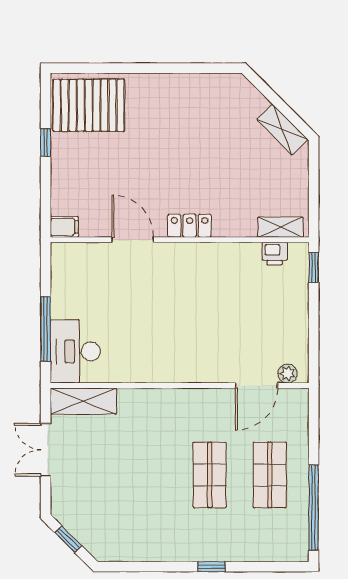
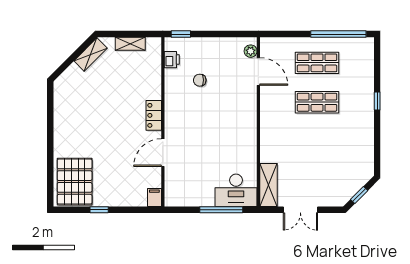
shelving: (280, 227) -> (130, 44), moved, turned 90
chair: (243, 296) -> (200, 80), added

